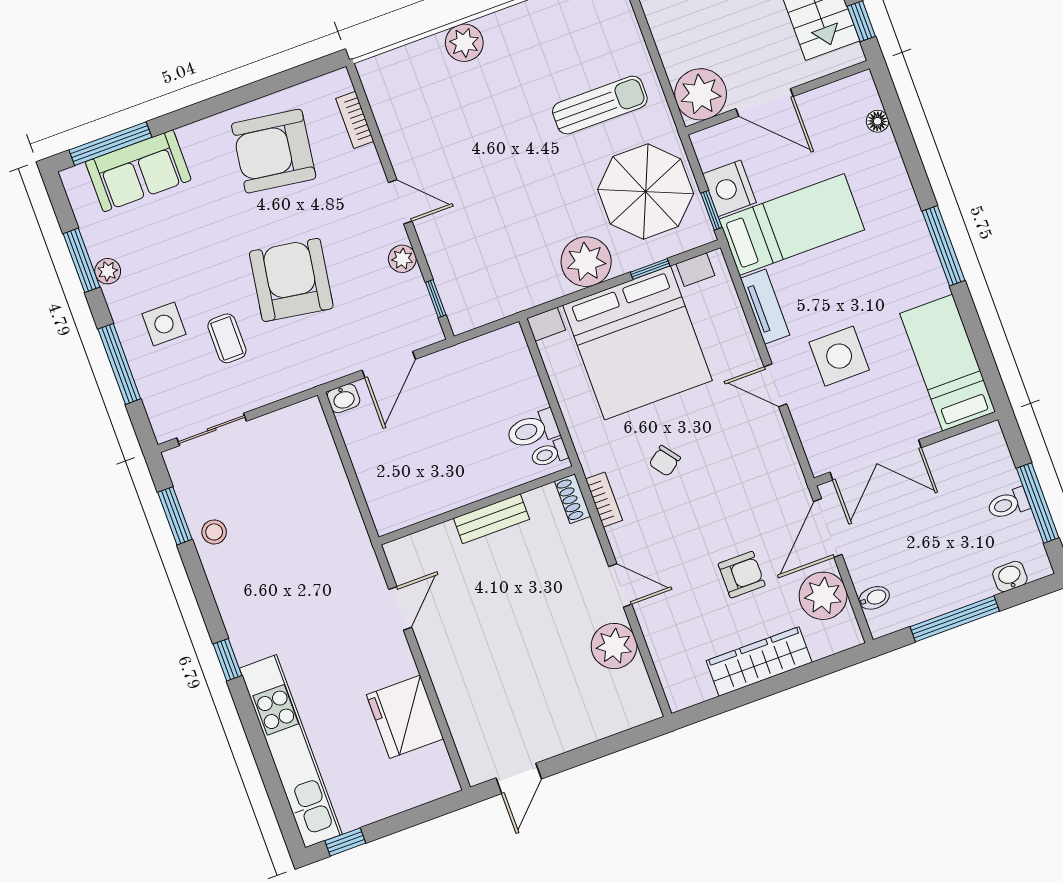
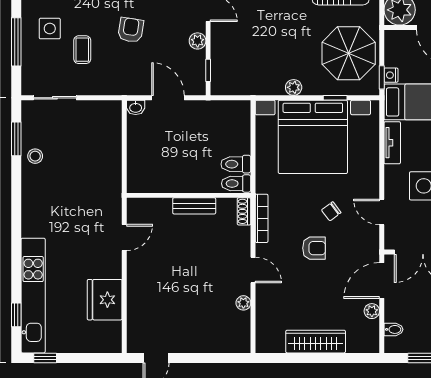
nightstand: (729, 188) -> (391, 75), width x0.53, depth x0.56
plant: (586, 262) -> (294, 87), width x0.53, depth x0.53
armchair: (291, 280) -> (131, 30), width x0.53, depth x0.53
door: (389, 365) -> (168, 98), swing flipped
door: (775, 385) -> (382, 212), moved
toilet: (549, 454) -> (236, 184), width x1.37, depth x1.39
chair: (665, 461) -> (331, 211), moved
bookcase: (604, 500) -> (262, 218), width x1.56
armchair: (742, 575) -> (314, 248), moved
plant: (823, 596) -> (372, 311), width x0.53, depth x0.53
plant: (614, 646) -> (243, 303), width x0.53, depth x0.53
window: (228, 660) -> (16, 315), moved

